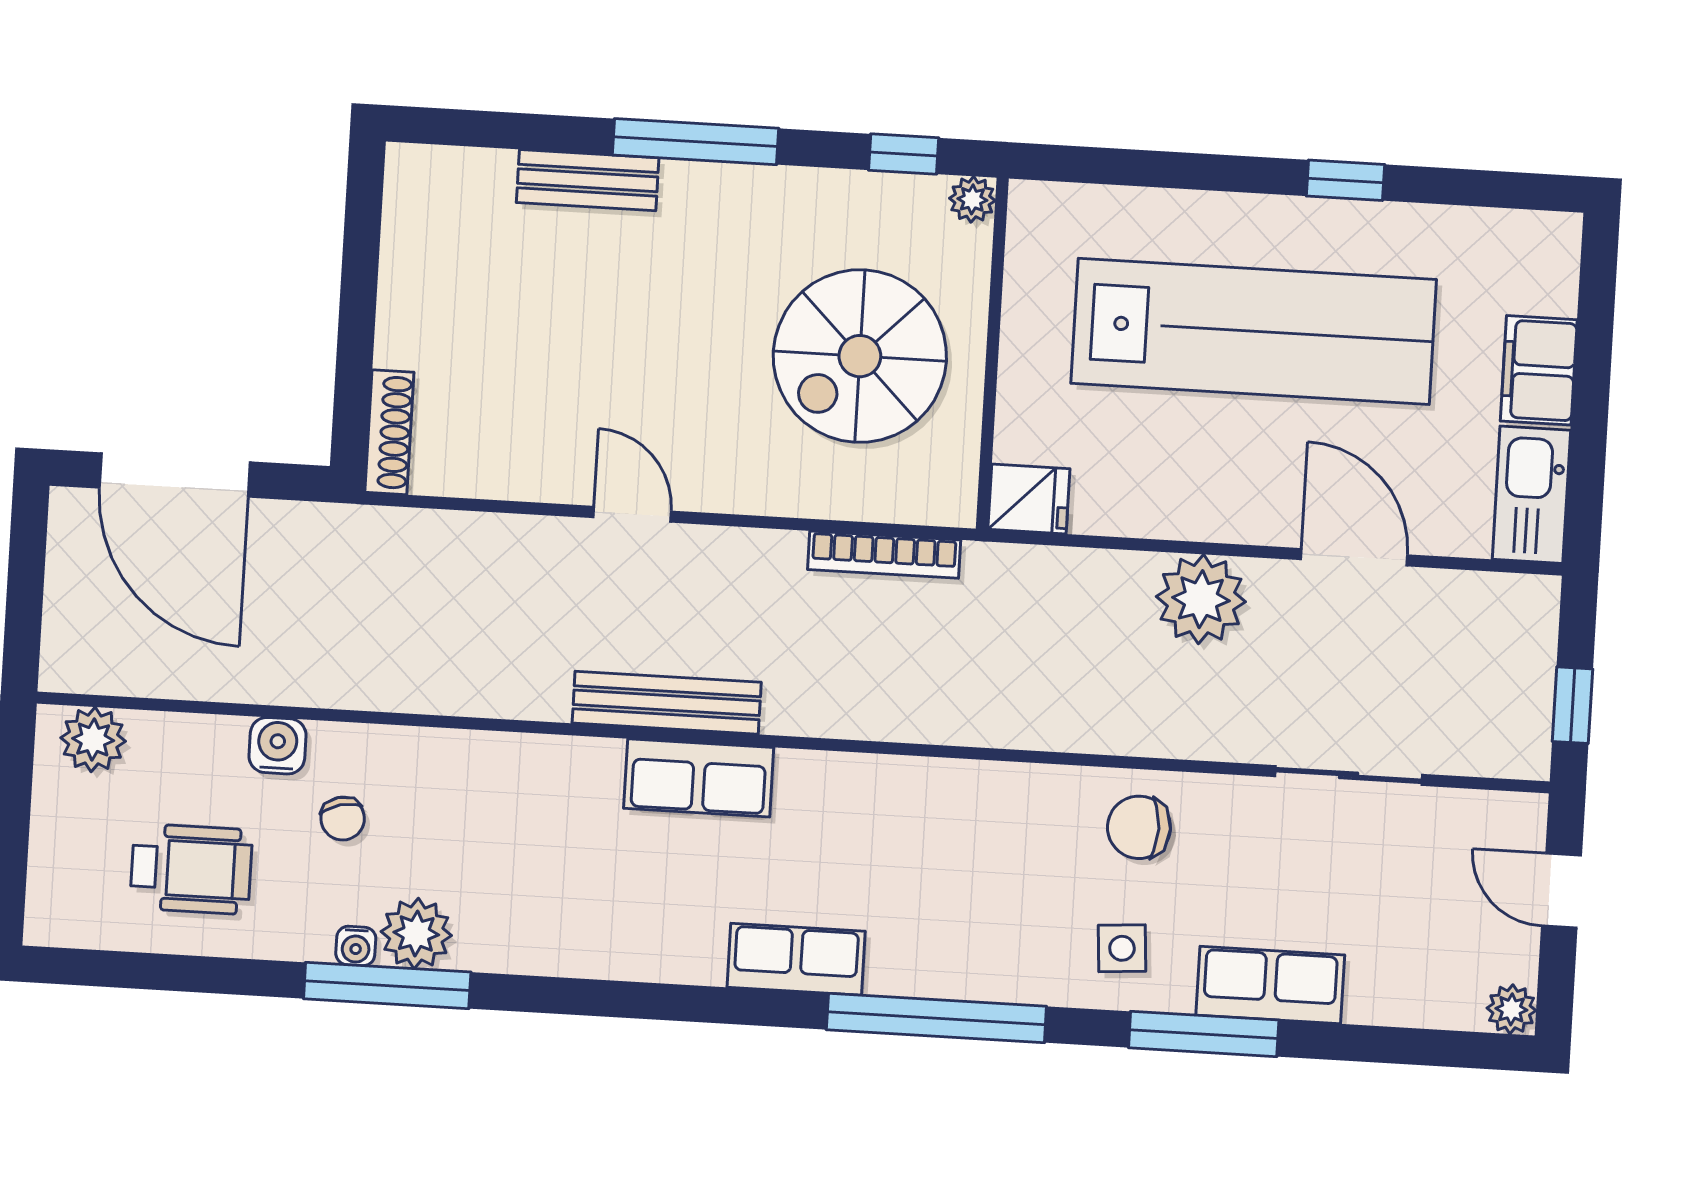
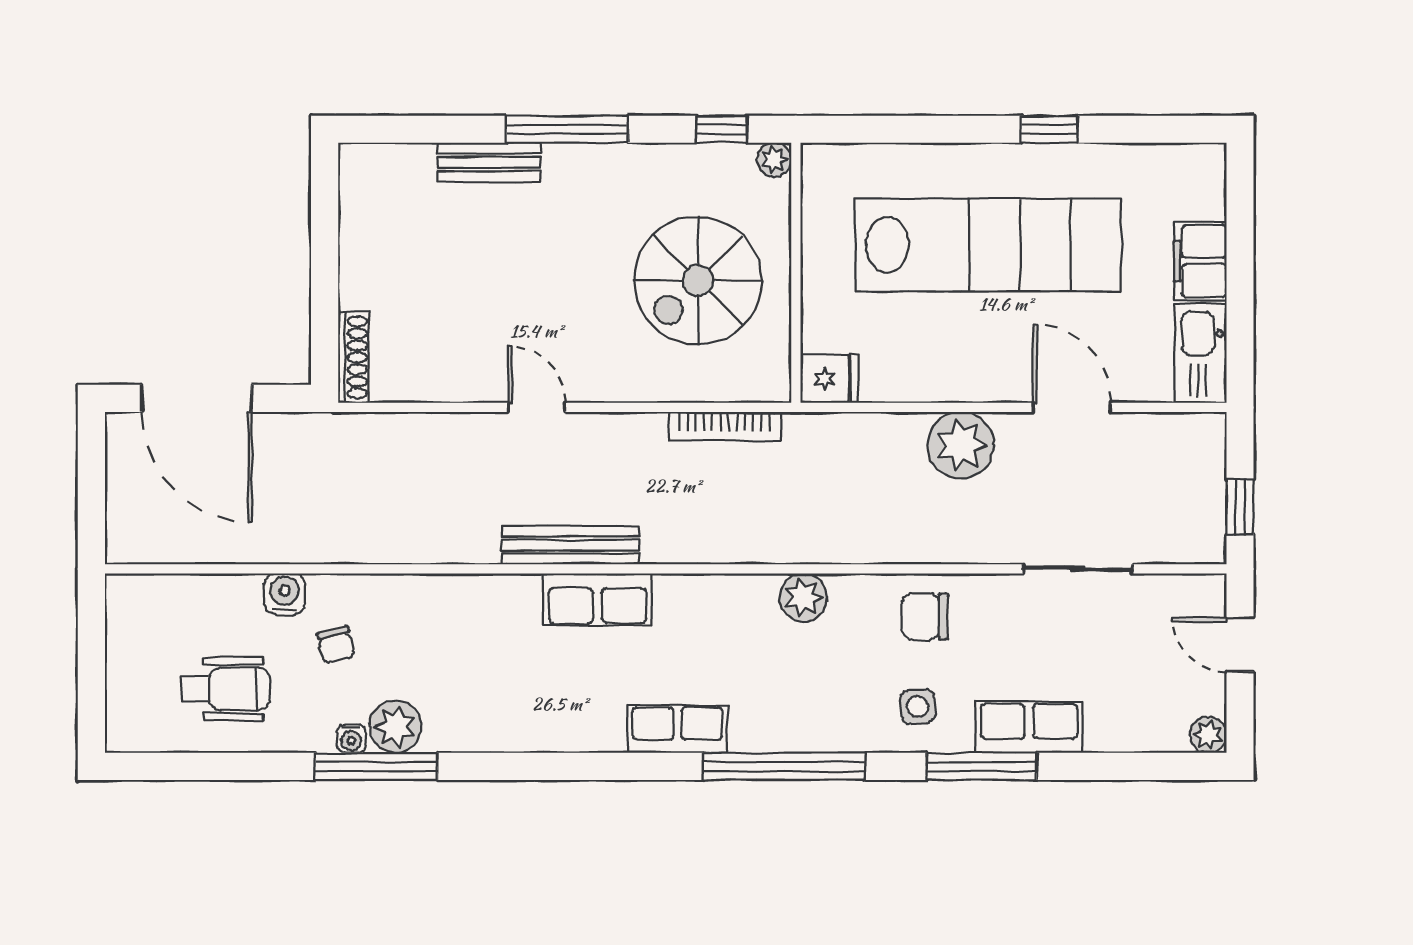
plant: (93, 740) -> (803, 598), moved

